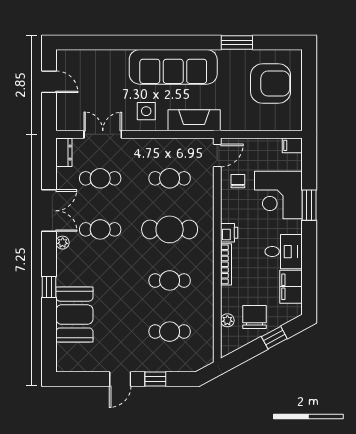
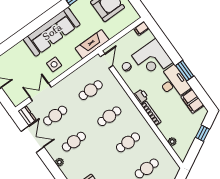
fireplace: (194, 120) -> (92, 44), moved
window: (309, 205) -> (185, 71), moved
double door: (49, 211) -> (33, 139), moved
cafe table: (170, 229) -> (109, 116), width x0.73, depth x0.74
desk: (284, 252) -> (173, 83), width x1.37
chair: (254, 317) -> (185, 130), removed

